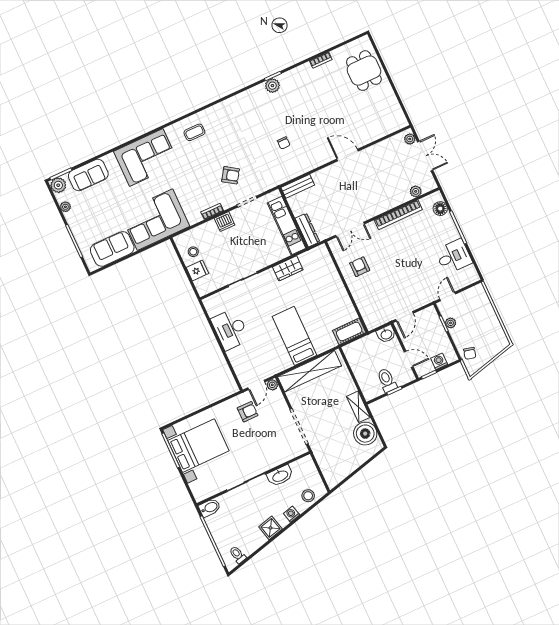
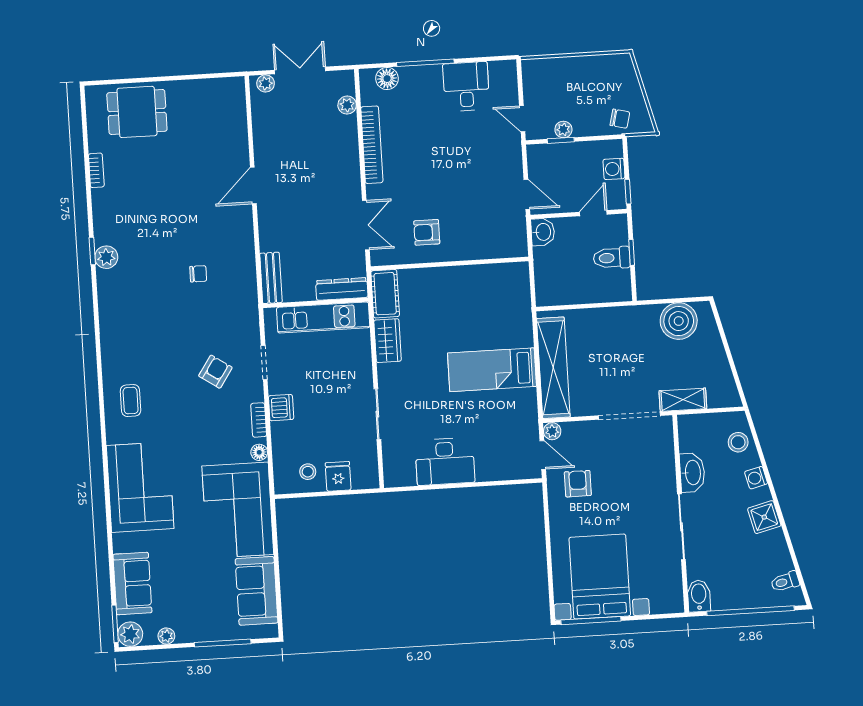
floor lamp: (193, 219) -> (259, 452), added
cot: (349, 332) -> (385, 294), moved
shelving: (358, 407) -> (683, 400), moved

